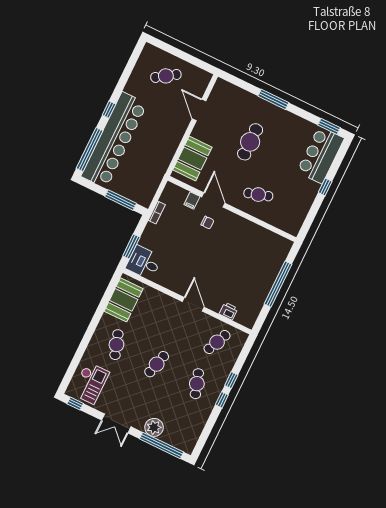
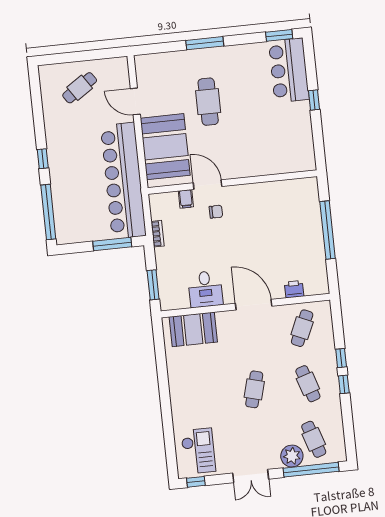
bar counter: (114, 140) -> (123, 181), moved, turned 180
booth: (192, 159) -> (165, 147), width x1.36, depth x1.42
cafe table: (258, 195) -> (250, 150), removed
desk: (144, 263) -> (205, 289), moved, turned -90
booth: (124, 300) -> (193, 329), moved, turned 90
door: (193, 304) -> (254, 305), width x1.36
cafe table: (116, 345) -> (314, 439), moved

